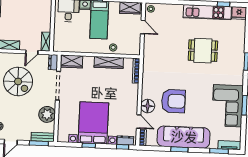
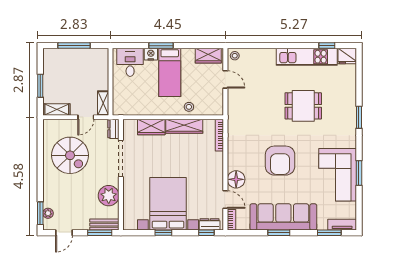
wardrobe: (72, 62) -> (151, 127), moved
armchair: (173, 101) -> (280, 161), moved, turned 90

